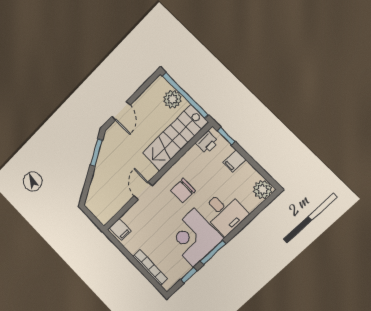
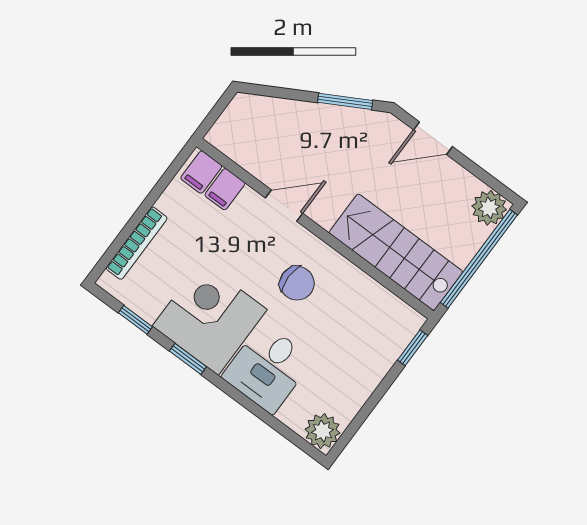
plant: (172, 99) -> (489, 208), moved
printer: (207, 142) -> (396, 314), removed
filing cabinet: (234, 161) -> (225, 189), moved, turned -90
chair: (183, 191) -> (297, 283), turned 180
window: (213, 252) -> (188, 359), width x0.67

